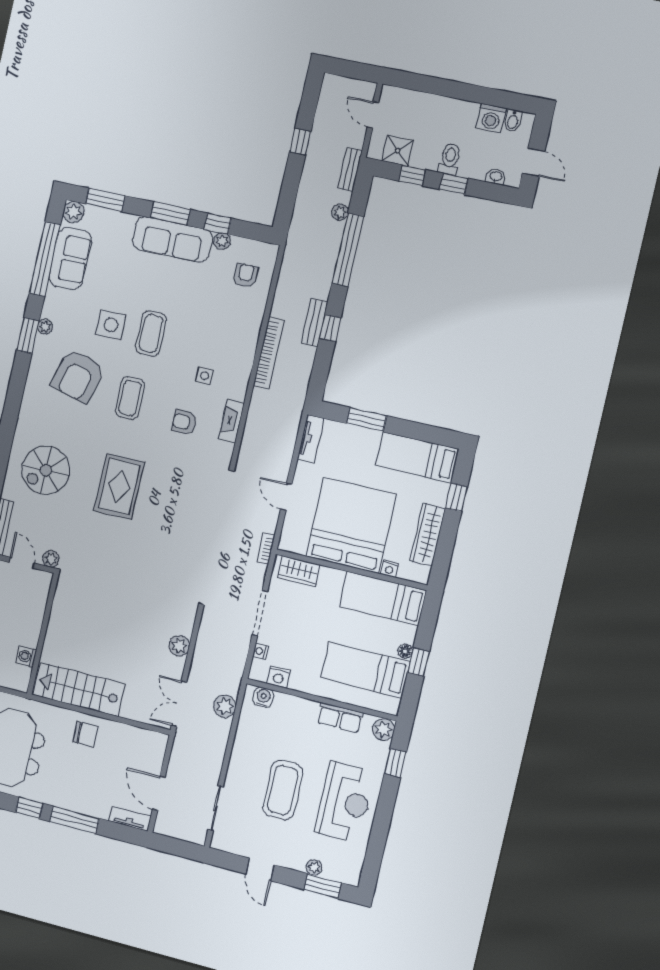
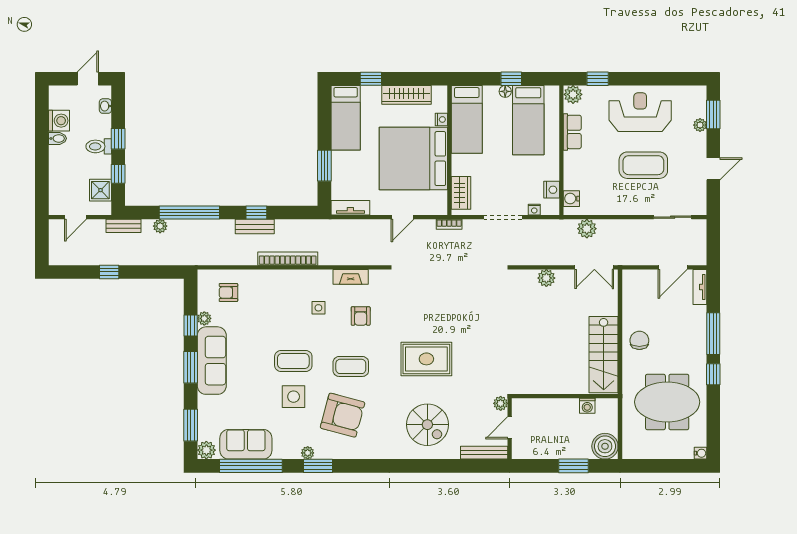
bidet: (513, 121) -> (57, 138), moved

